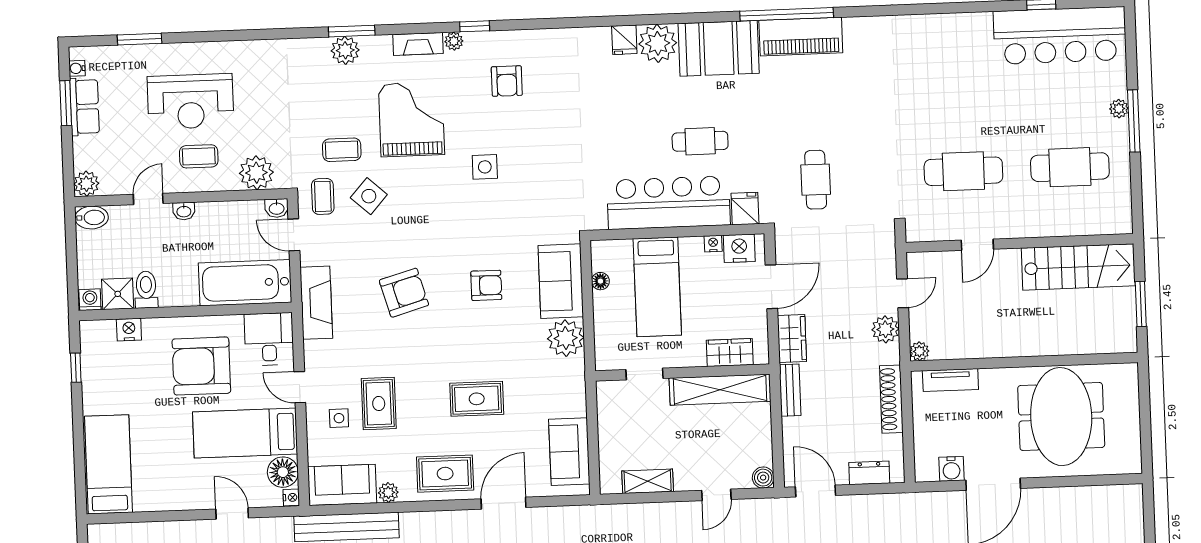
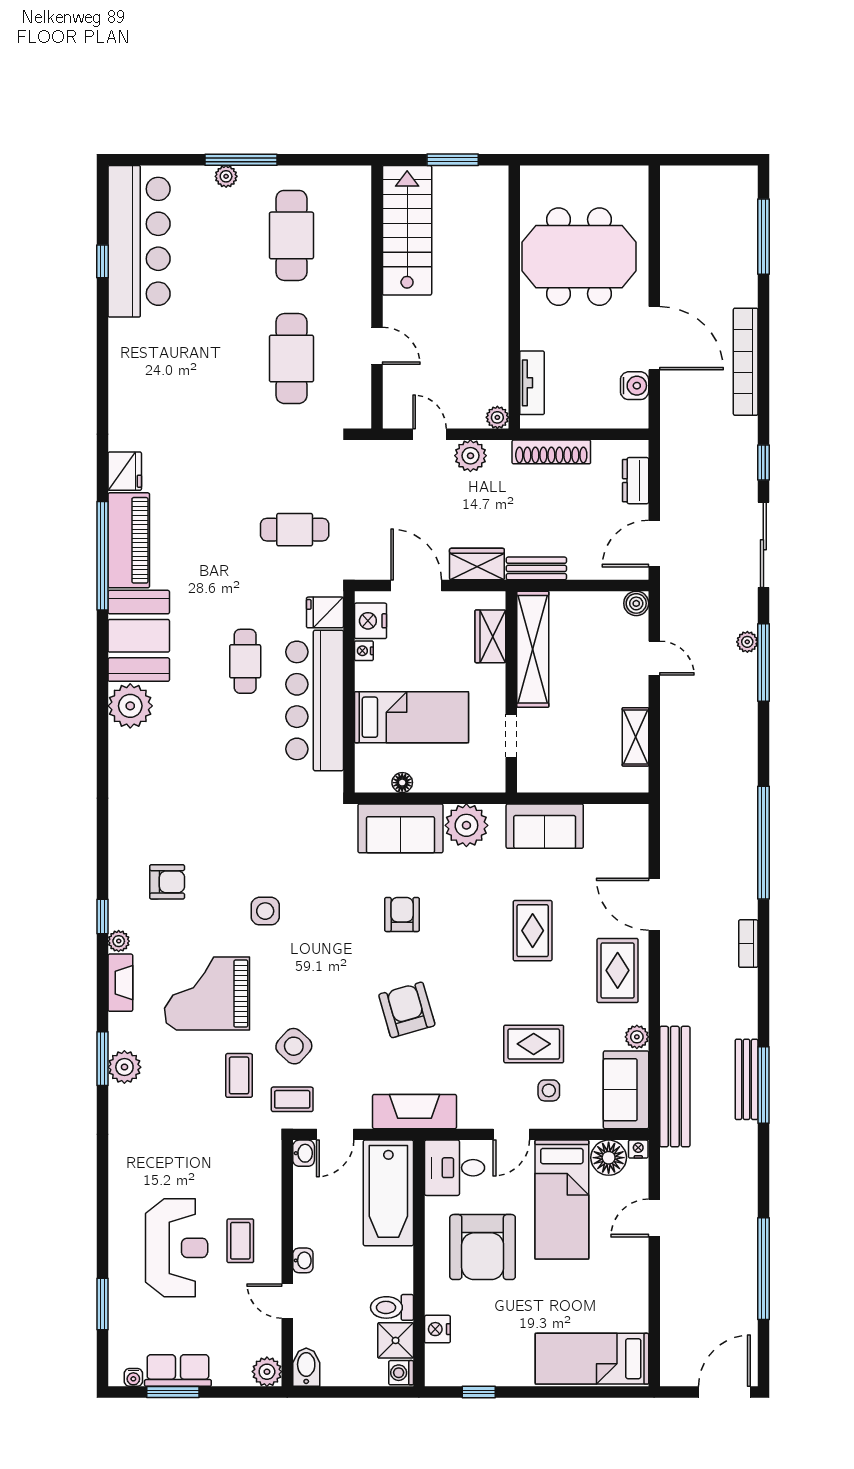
fridge: (624, 40) -> (125, 471), moved, width x1.38
plant: (256, 173) -> (262, 1175), removed
sofa: (569, 452) -> (545, 826), moved

